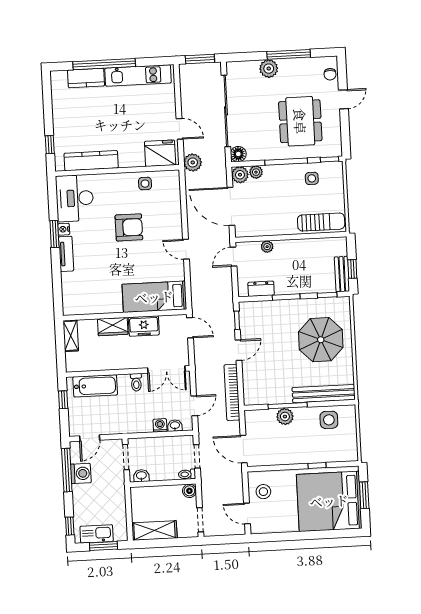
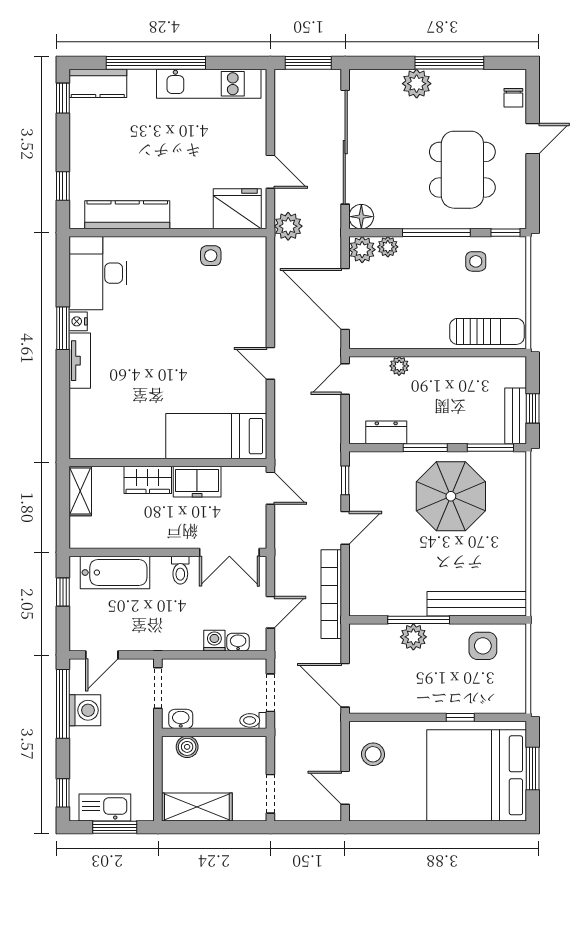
kitchen counter: (86, 78) -> (98, 83), moved
window: (47, 89) -> (63, 98), added
armchair: (129, 227) -> (182, 324), removed
window: (327, 295) -> (490, 448), width x1.50
parasol: (321, 340) -> (451, 496), moved
boiler: (189, 491) -> (187, 747), moved

